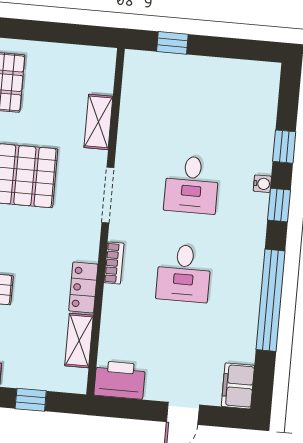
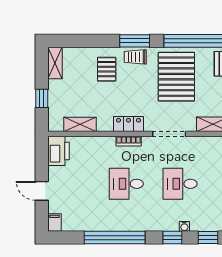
locker: (83, 287) -> (128, 124), moved
filing cabinet: (238, 386) -> (54, 223), width x0.50

